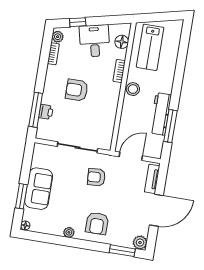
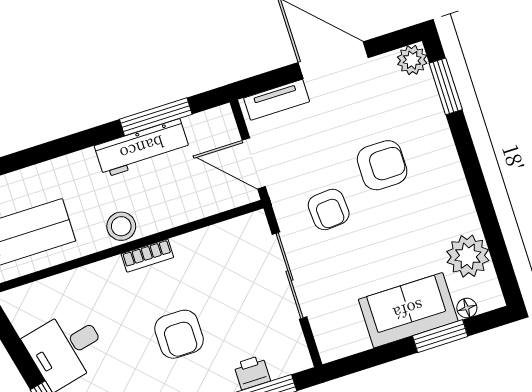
floor lamp: (122, 42) -> (41, 295), removed
bookcase: (119, 71) -> (147, 256), moved
armchair: (97, 223) -> (382, 165), moved
floor lamp: (25, 225) -> (467, 308), moved
plant: (69, 232) -> (468, 256), moved, width x1.88, depth x1.88

